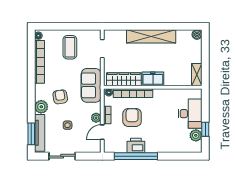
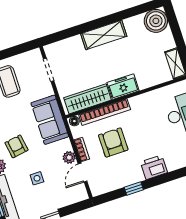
boiler: (197, 35) -> (156, 21), width x1.86, depth x1.86
shelving: (151, 36) -> (104, 35), width x0.68
printer: (136, 145) -> (154, 167), moved
window: (136, 156) -> (134, 188), width x0.32

